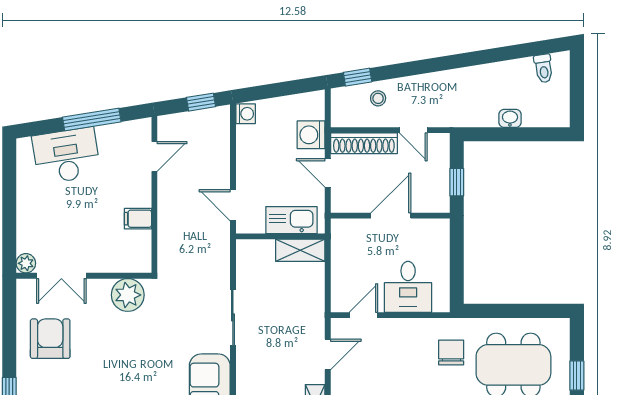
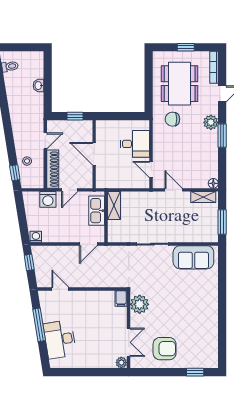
filing cabinet: (138, 219) -> (121, 298), moved
armchair: (50, 339) -> (165, 349), turned 180

